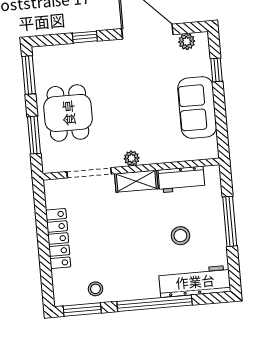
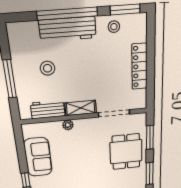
plant: (132, 158) -> (68, 125), moved
workbench: (195, 281) -> (68, 29), moved

